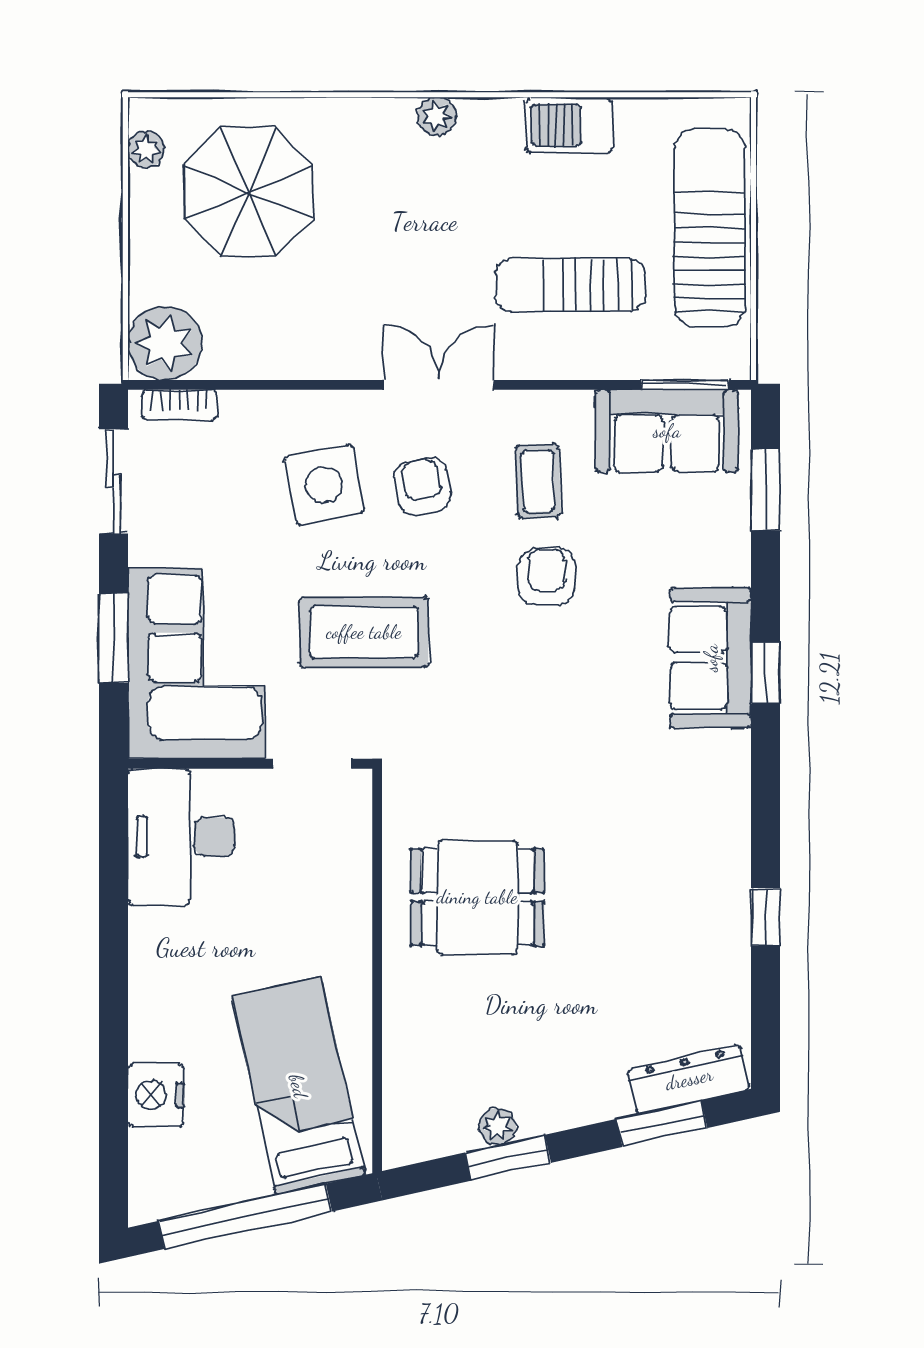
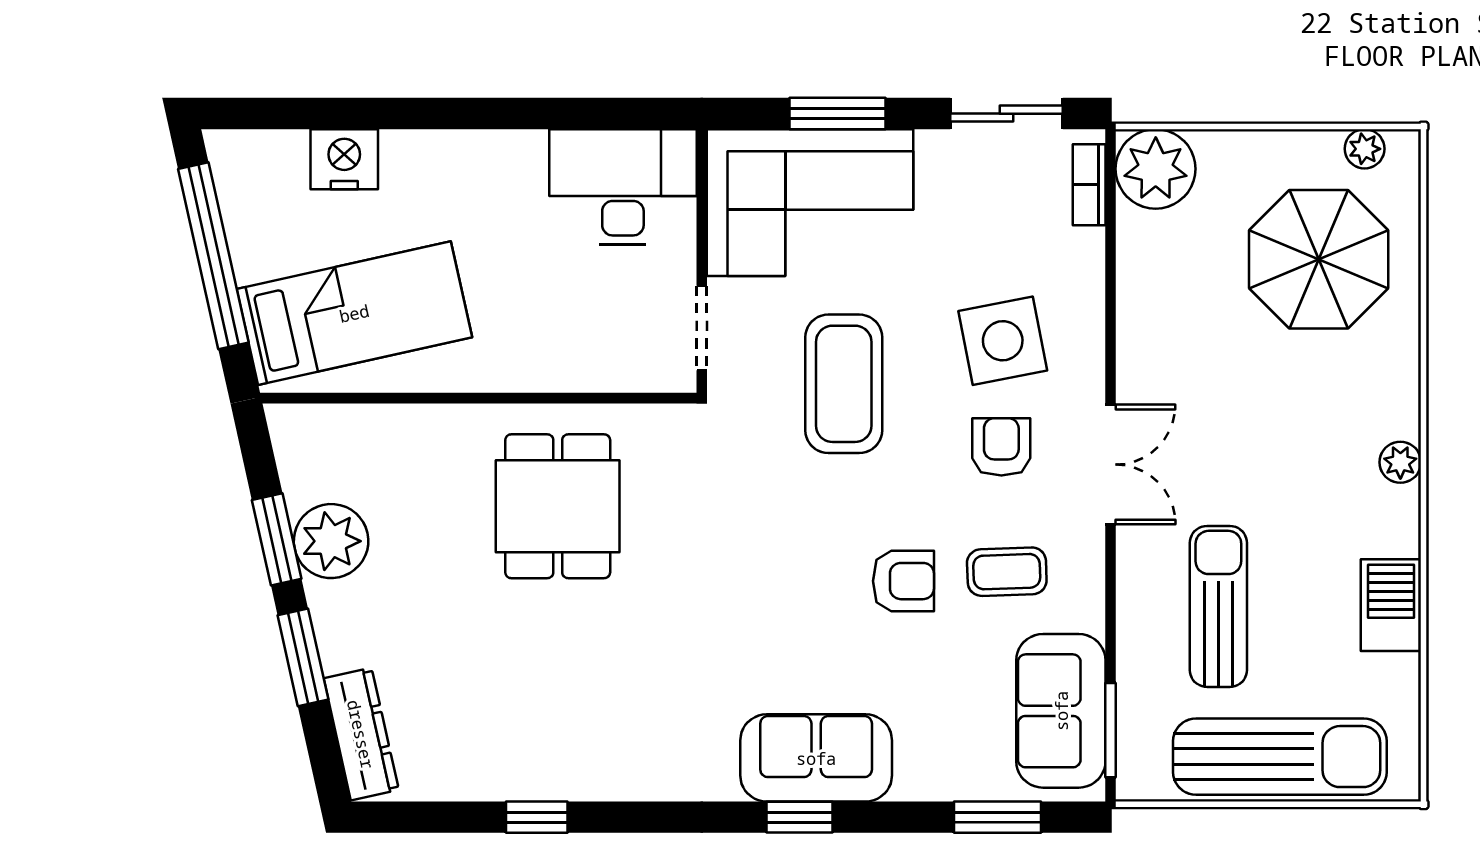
armchair: (422, 486) -> (1001, 447), turned -80
window: (662, 1123) -> (303, 657), moved
plant: (497, 1126) -> (331, 541), width x1.88, depth x1.88

